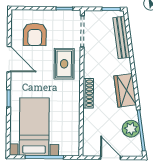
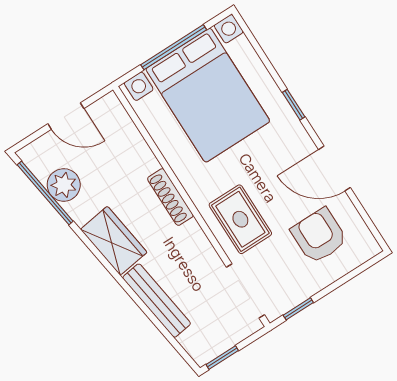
bench: (121, 37) -> (157, 301), moved
bed with nightstands: (34, 127) -> (208, 95), width x1.36

